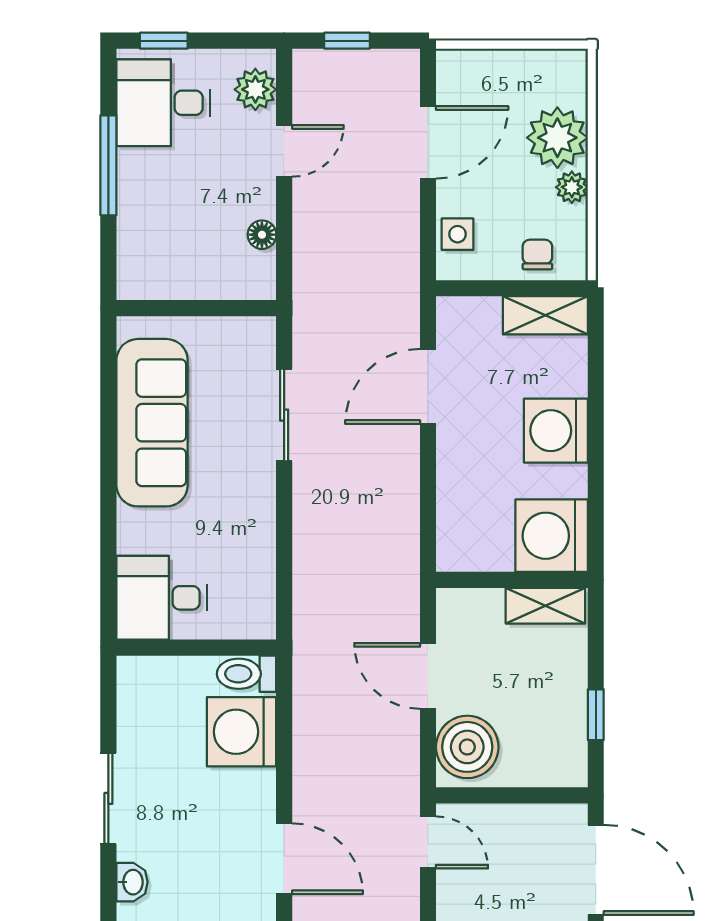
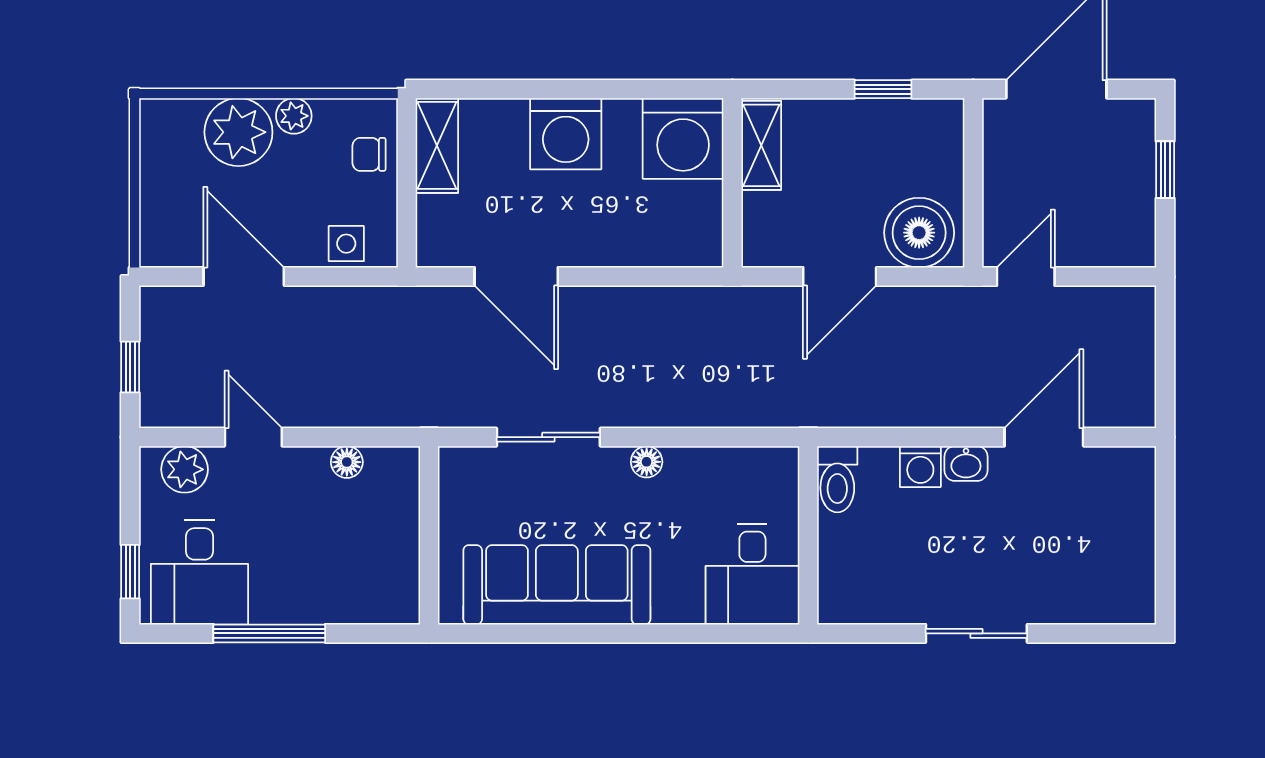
floor lamp: (262, 503) -> (647, 462), added
washing machine: (242, 732) -> (920, 467), width x0.53, depth x0.53
washbasin: (132, 882) -> (966, 464), moved, turned 180

